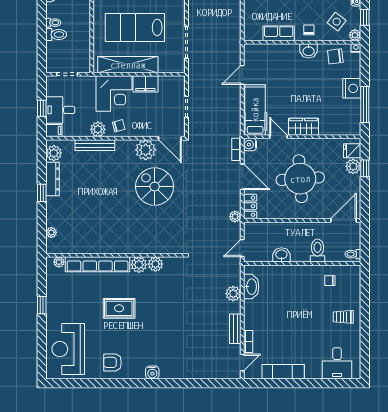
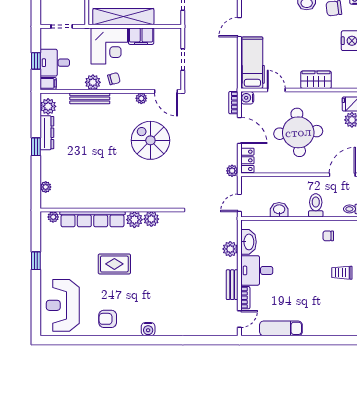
wardrobe: (303, 127) -> (316, 80), moved
plant: (146, 150) -> (141, 98), width x0.53, depth x0.53
desk: (337, 363) -> (257, 270), moved, turned 90

